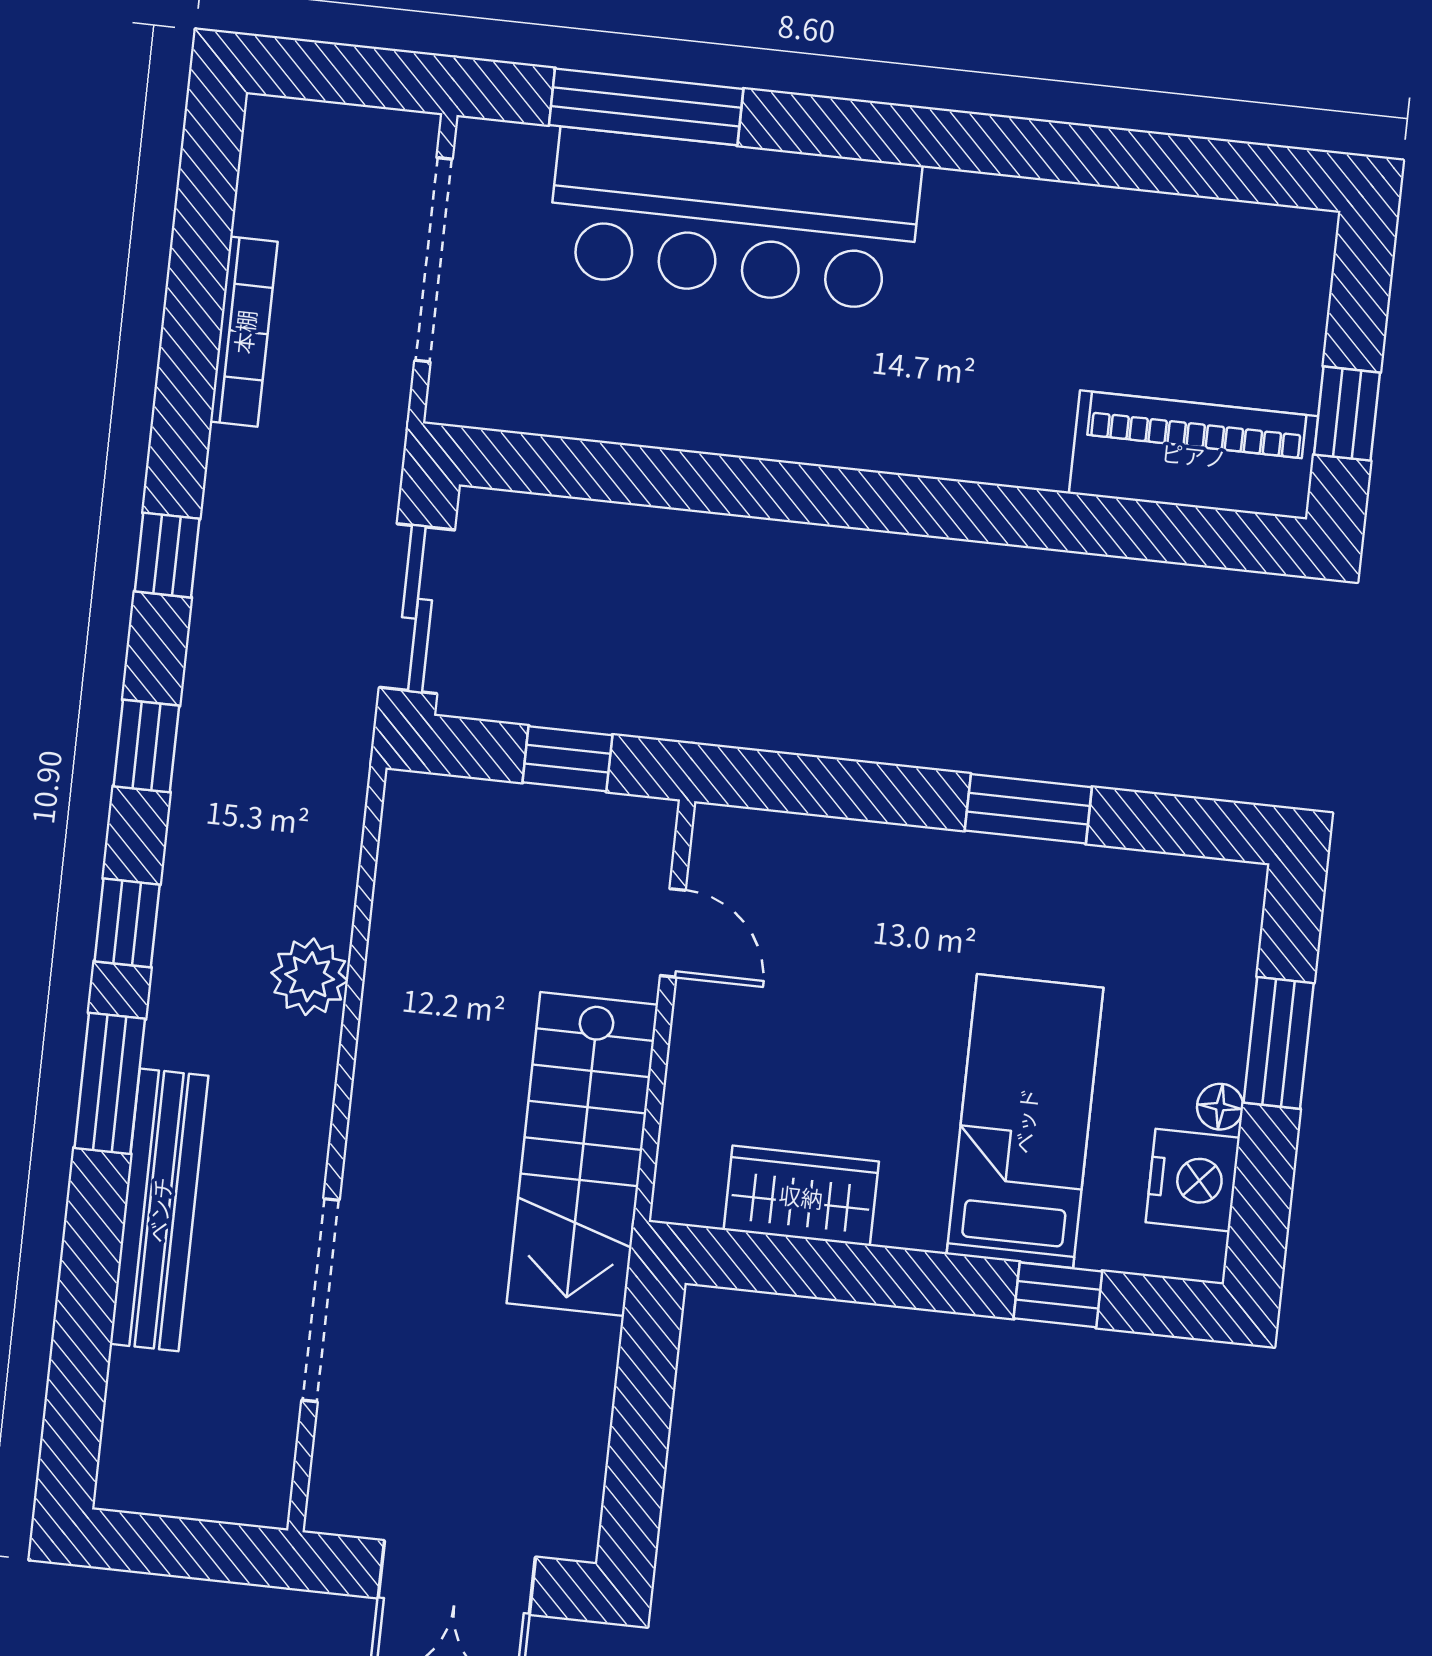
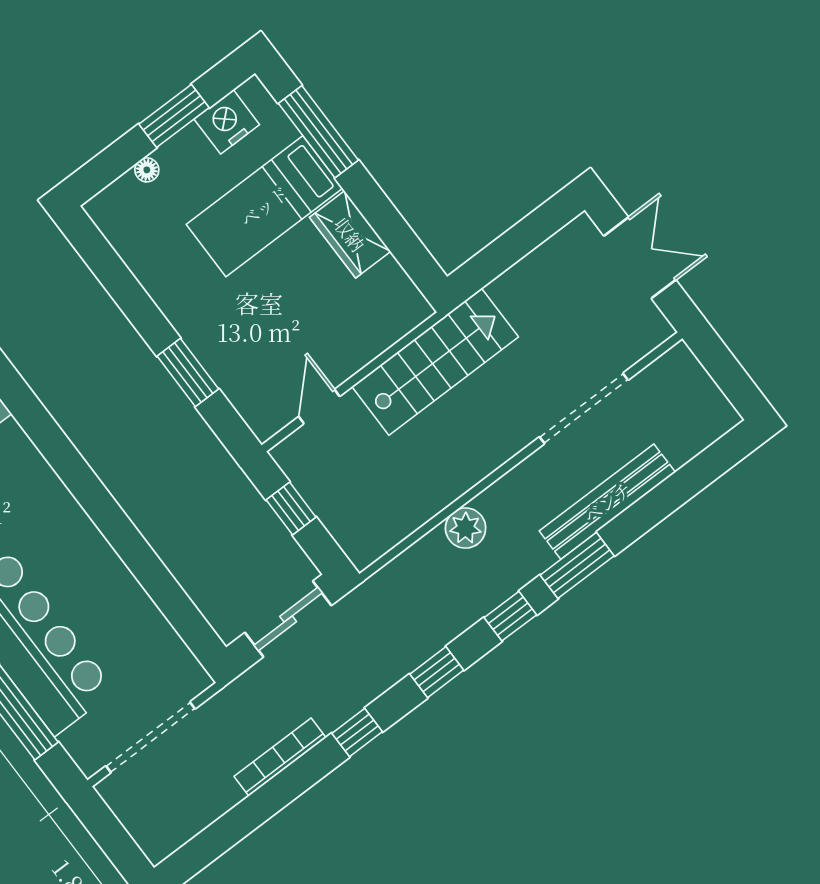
bookcase: (244, 332) -> (280, 757), moved
window: (1028, 809) -> (188, 373), moved
window: (1279, 1043) -> (174, 116), moved
floor lamp: (1220, 1107) -> (147, 170), moved
wardrobe: (801, 1196) -> (350, 234), moved
window: (1058, 1295) -> (318, 132), width x2.17

